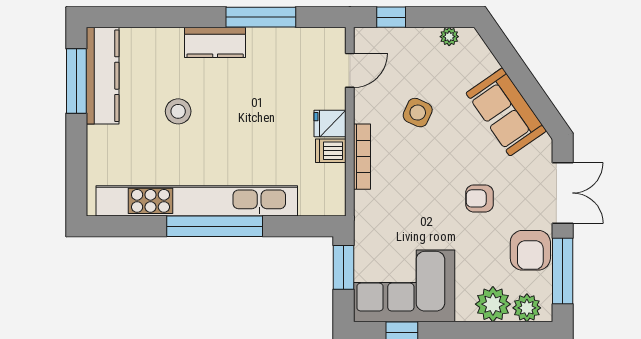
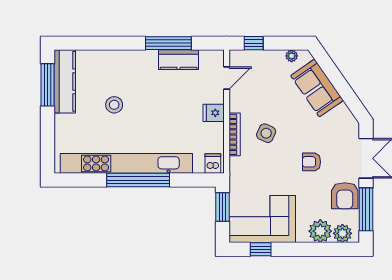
kitchen counter: (215, 42) -> (179, 60), moved
sofa: (506, 112) -> (317, 88), moved
side table: (418, 113) -> (266, 133), moved
dishwasher: (331, 151) -> (213, 163), moved, turned 90

